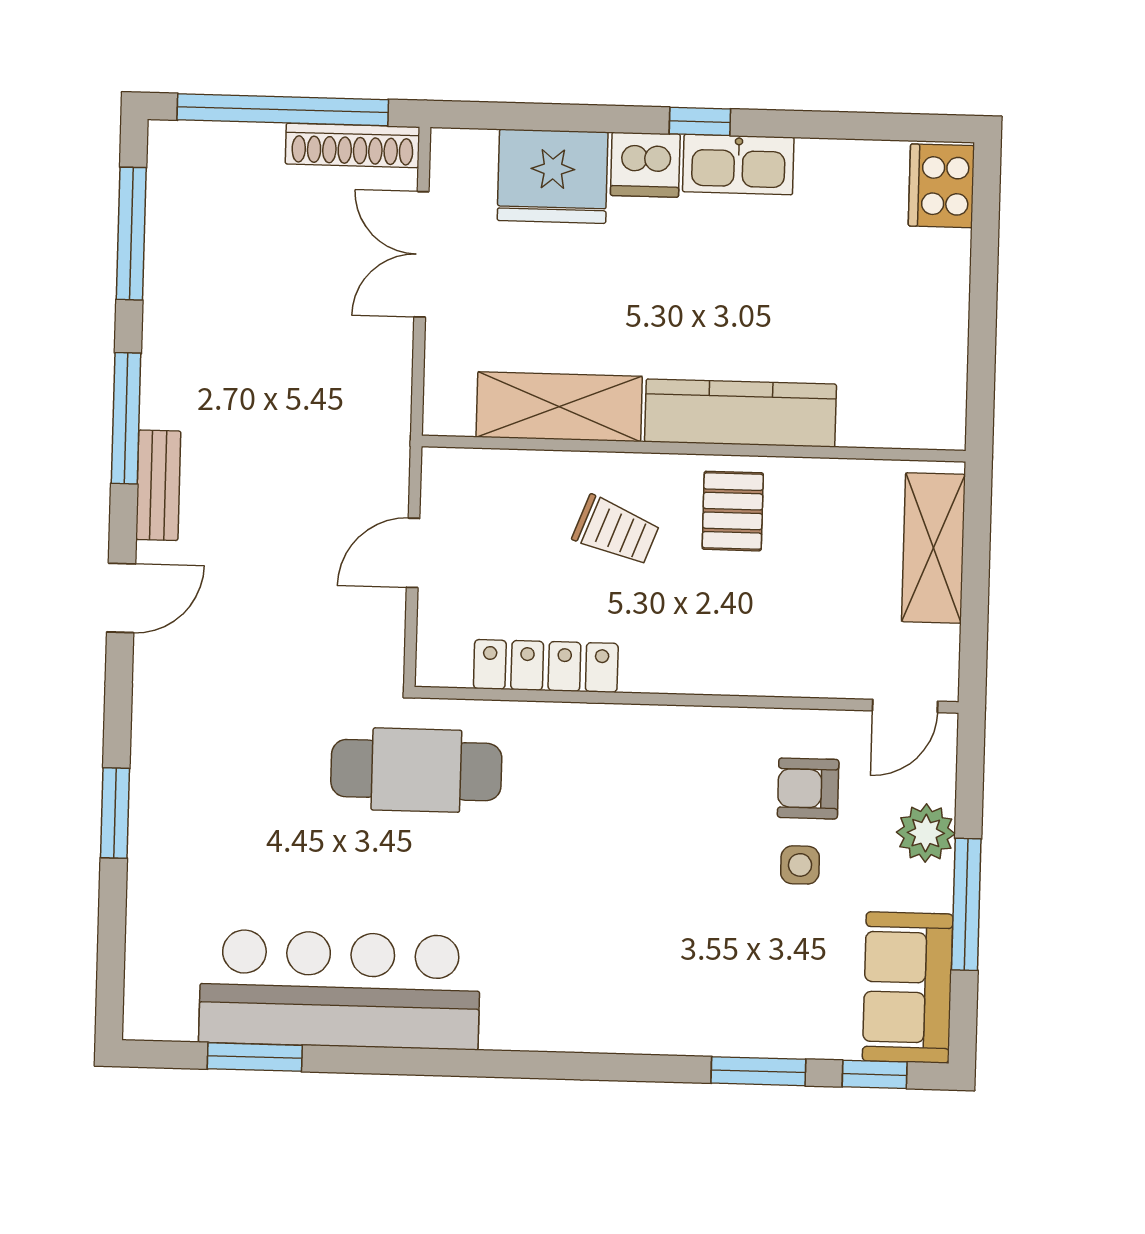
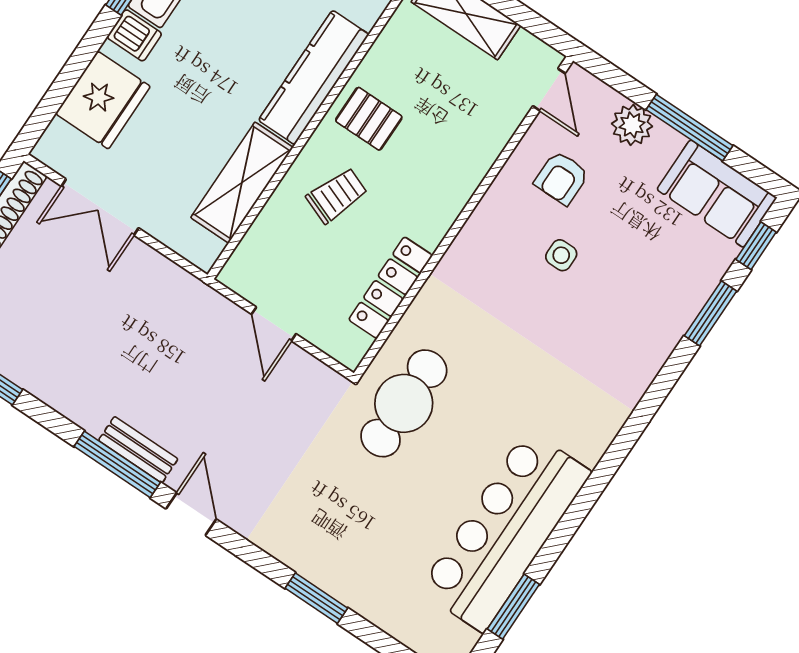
dishwasher: (645, 165) -> (134, 35), width x0.73
window: (126, 418) -> (117, 464), moved
side table: (800, 865) -> (561, 255), moved

